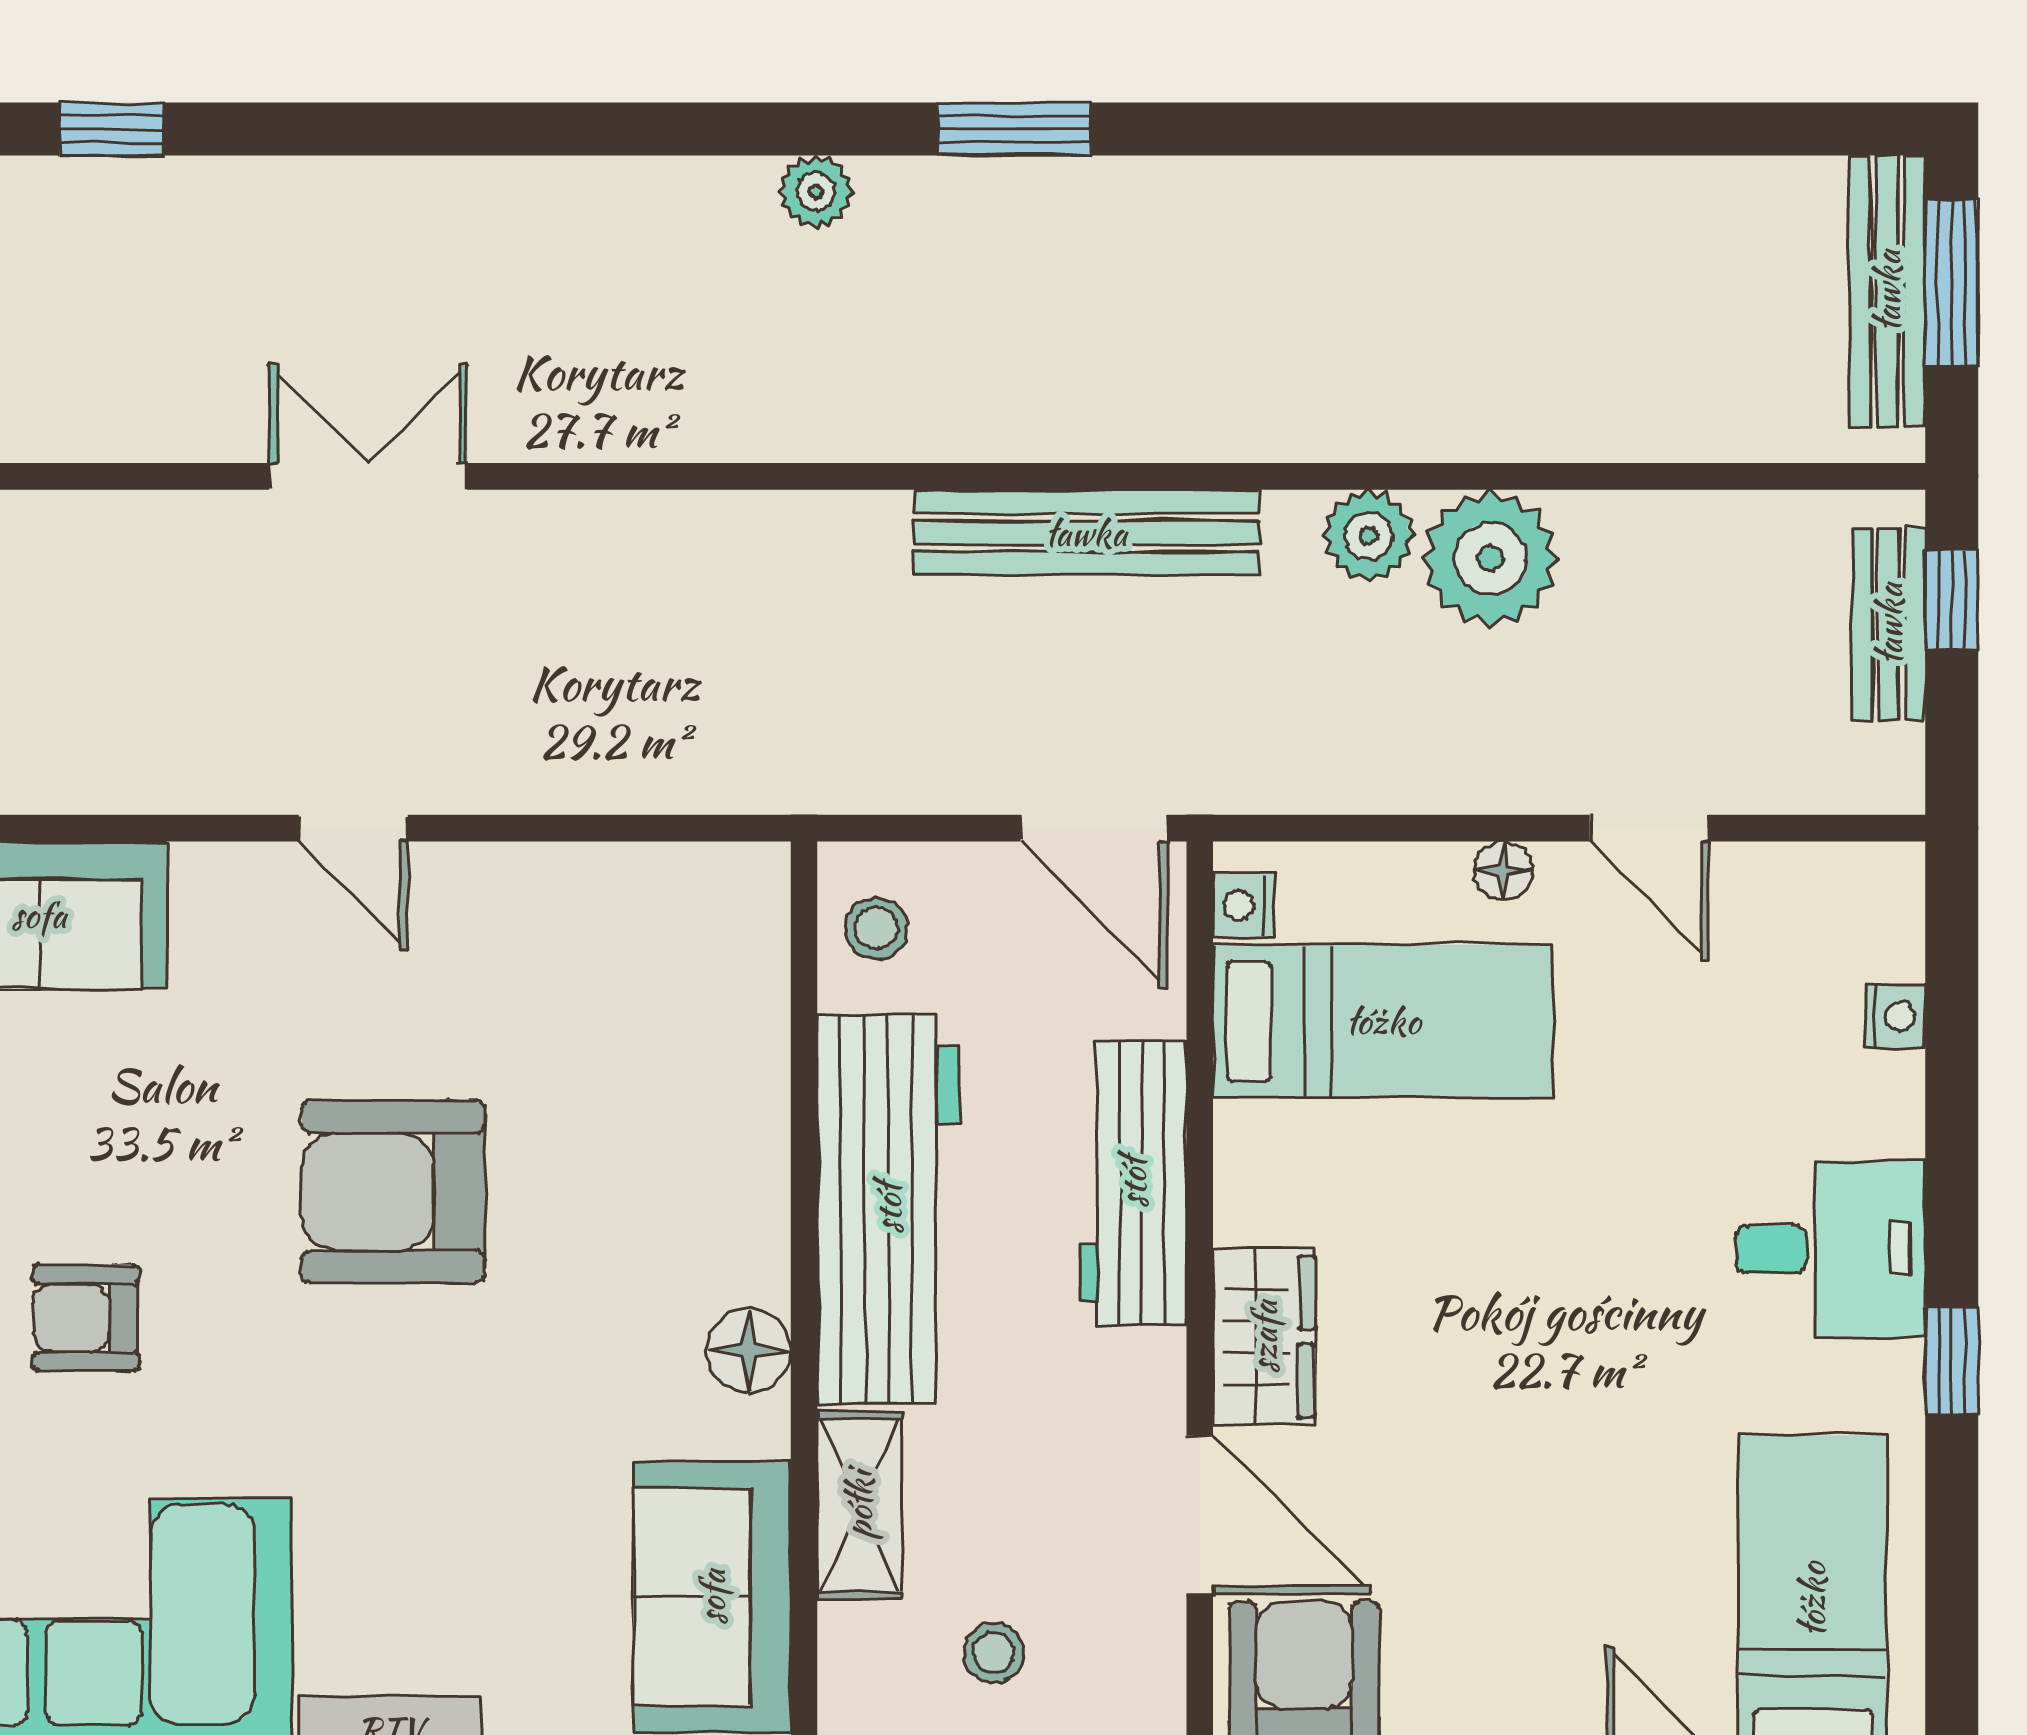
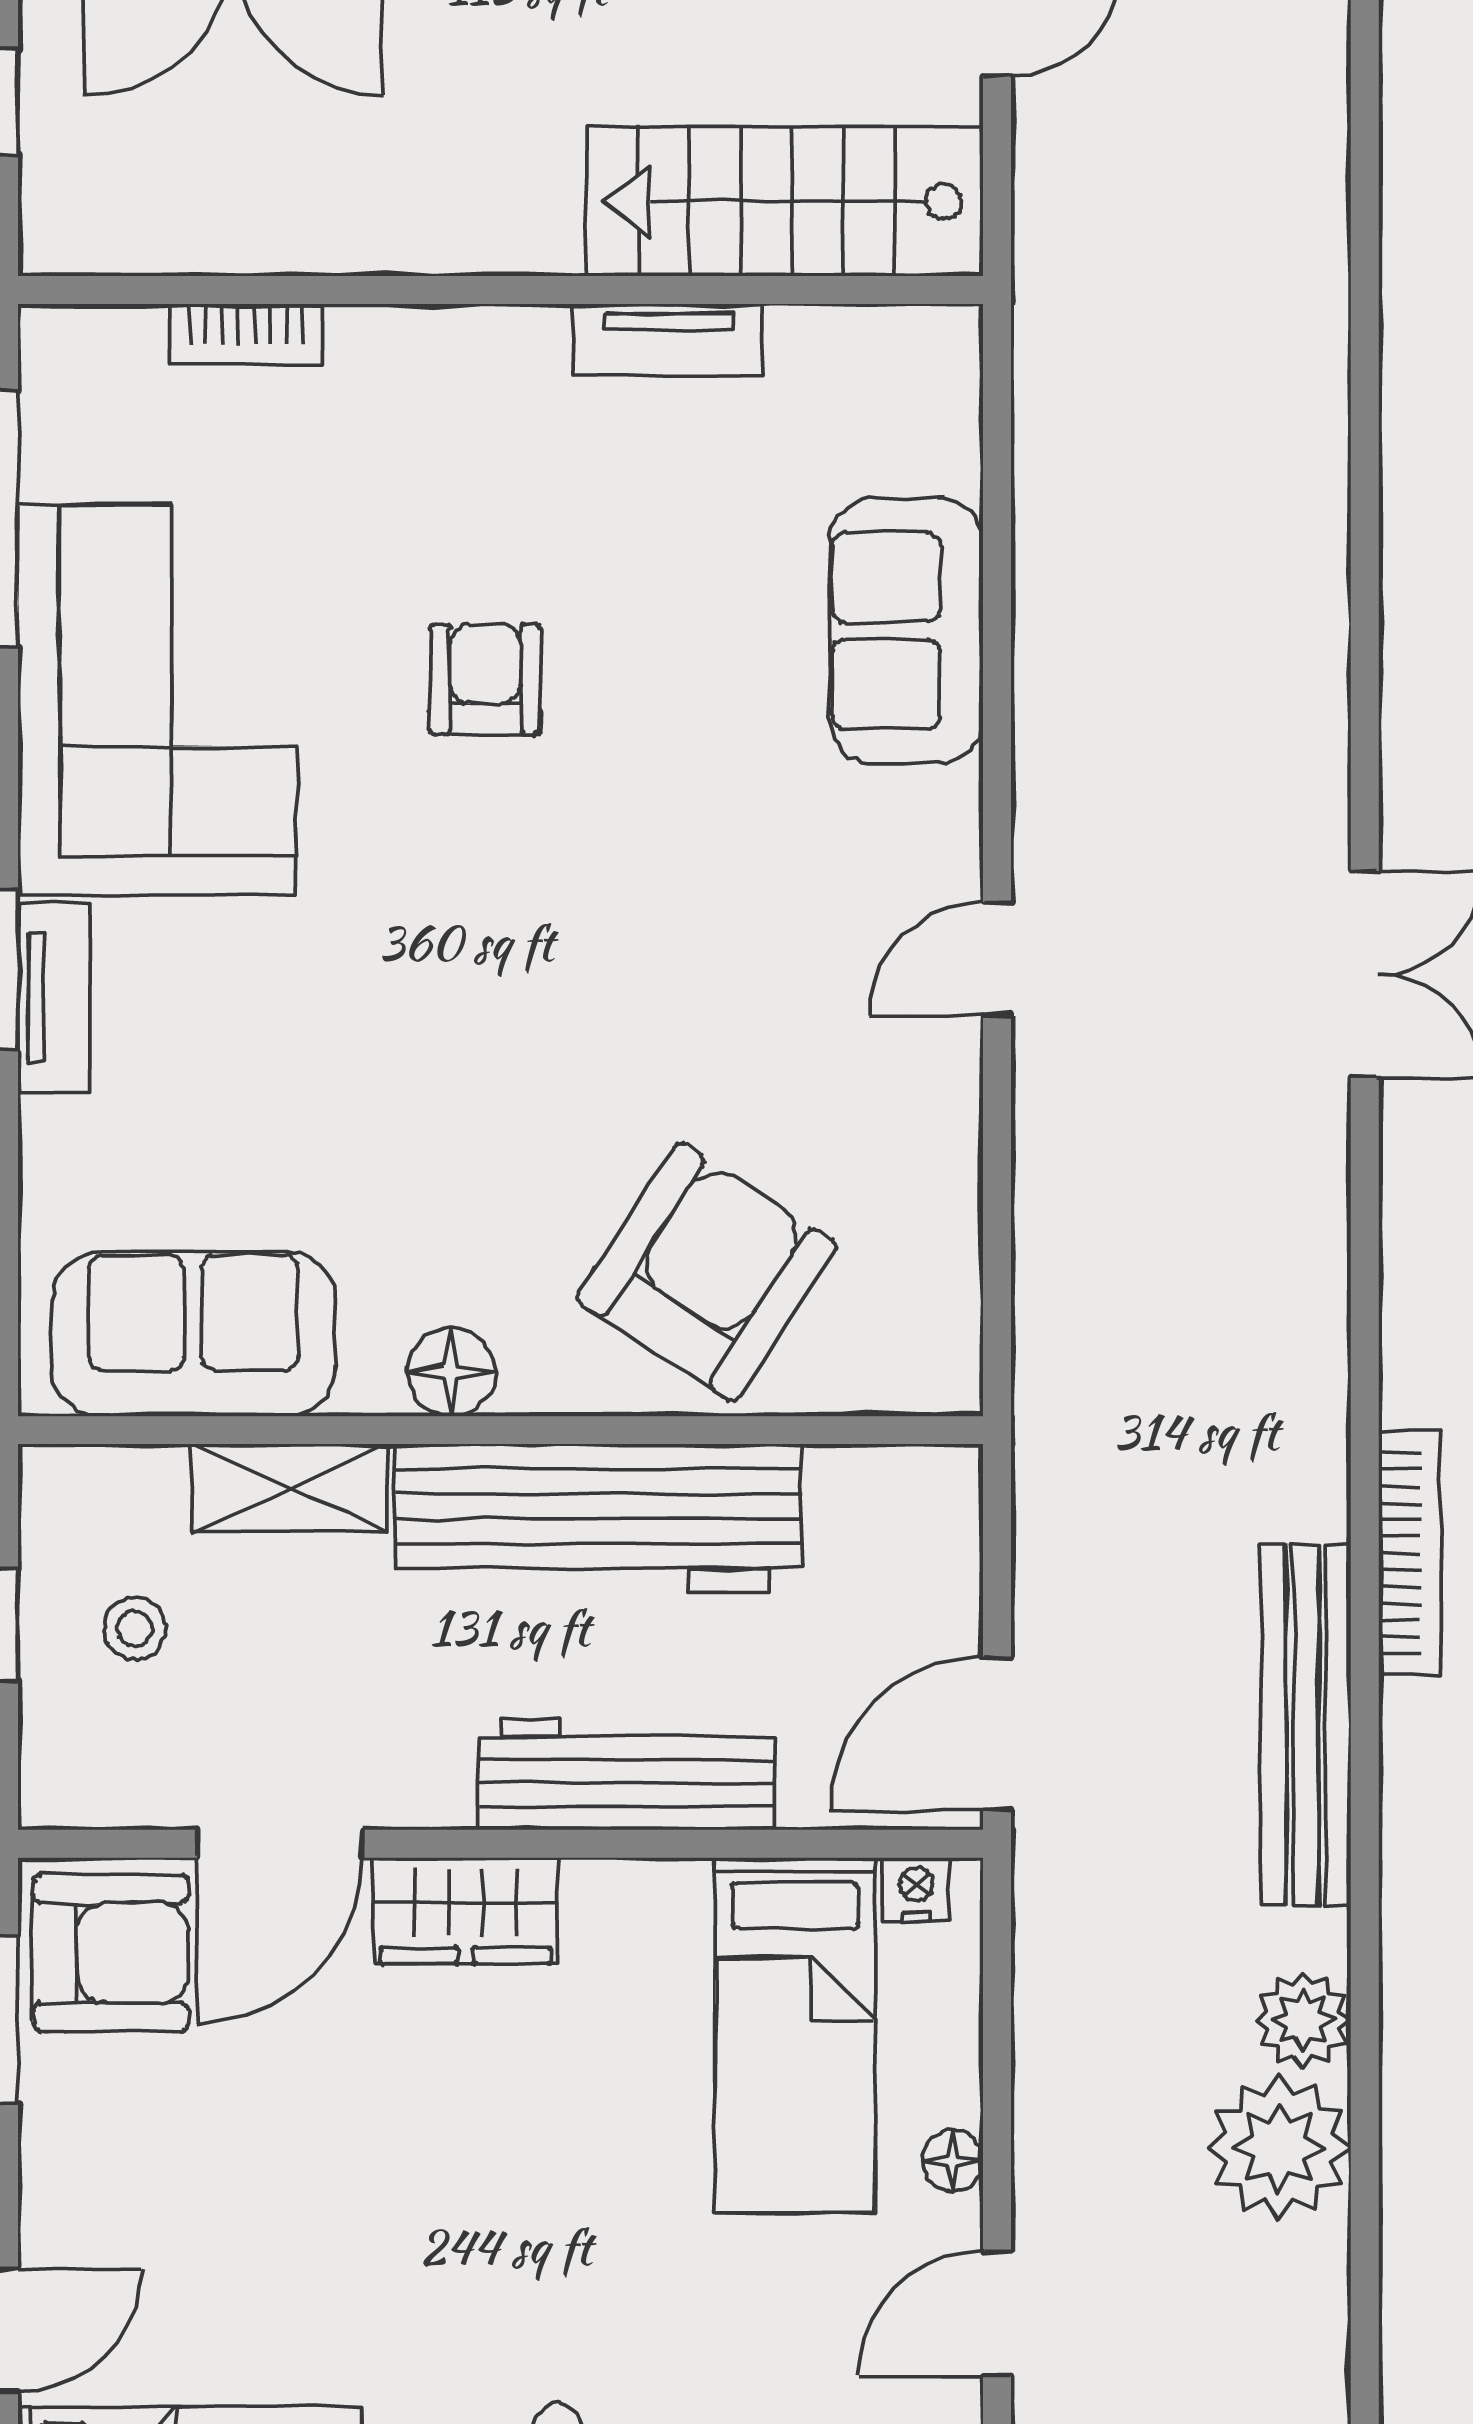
bookcase: (922, 433) -> (1410, 1553), added
stool: (876, 928) -> (892, 1506), removed
armchair: (393, 1192) -> (707, 1272), moved, turned 33

